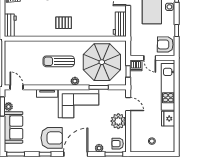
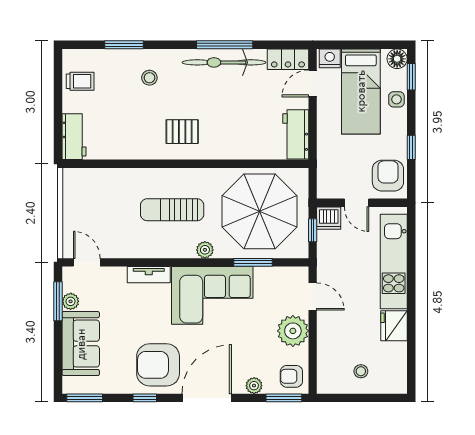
armchair: (165, 45) -> (388, 176), turned 89
armchair: (52, 138) -> (158, 365), turned 180

